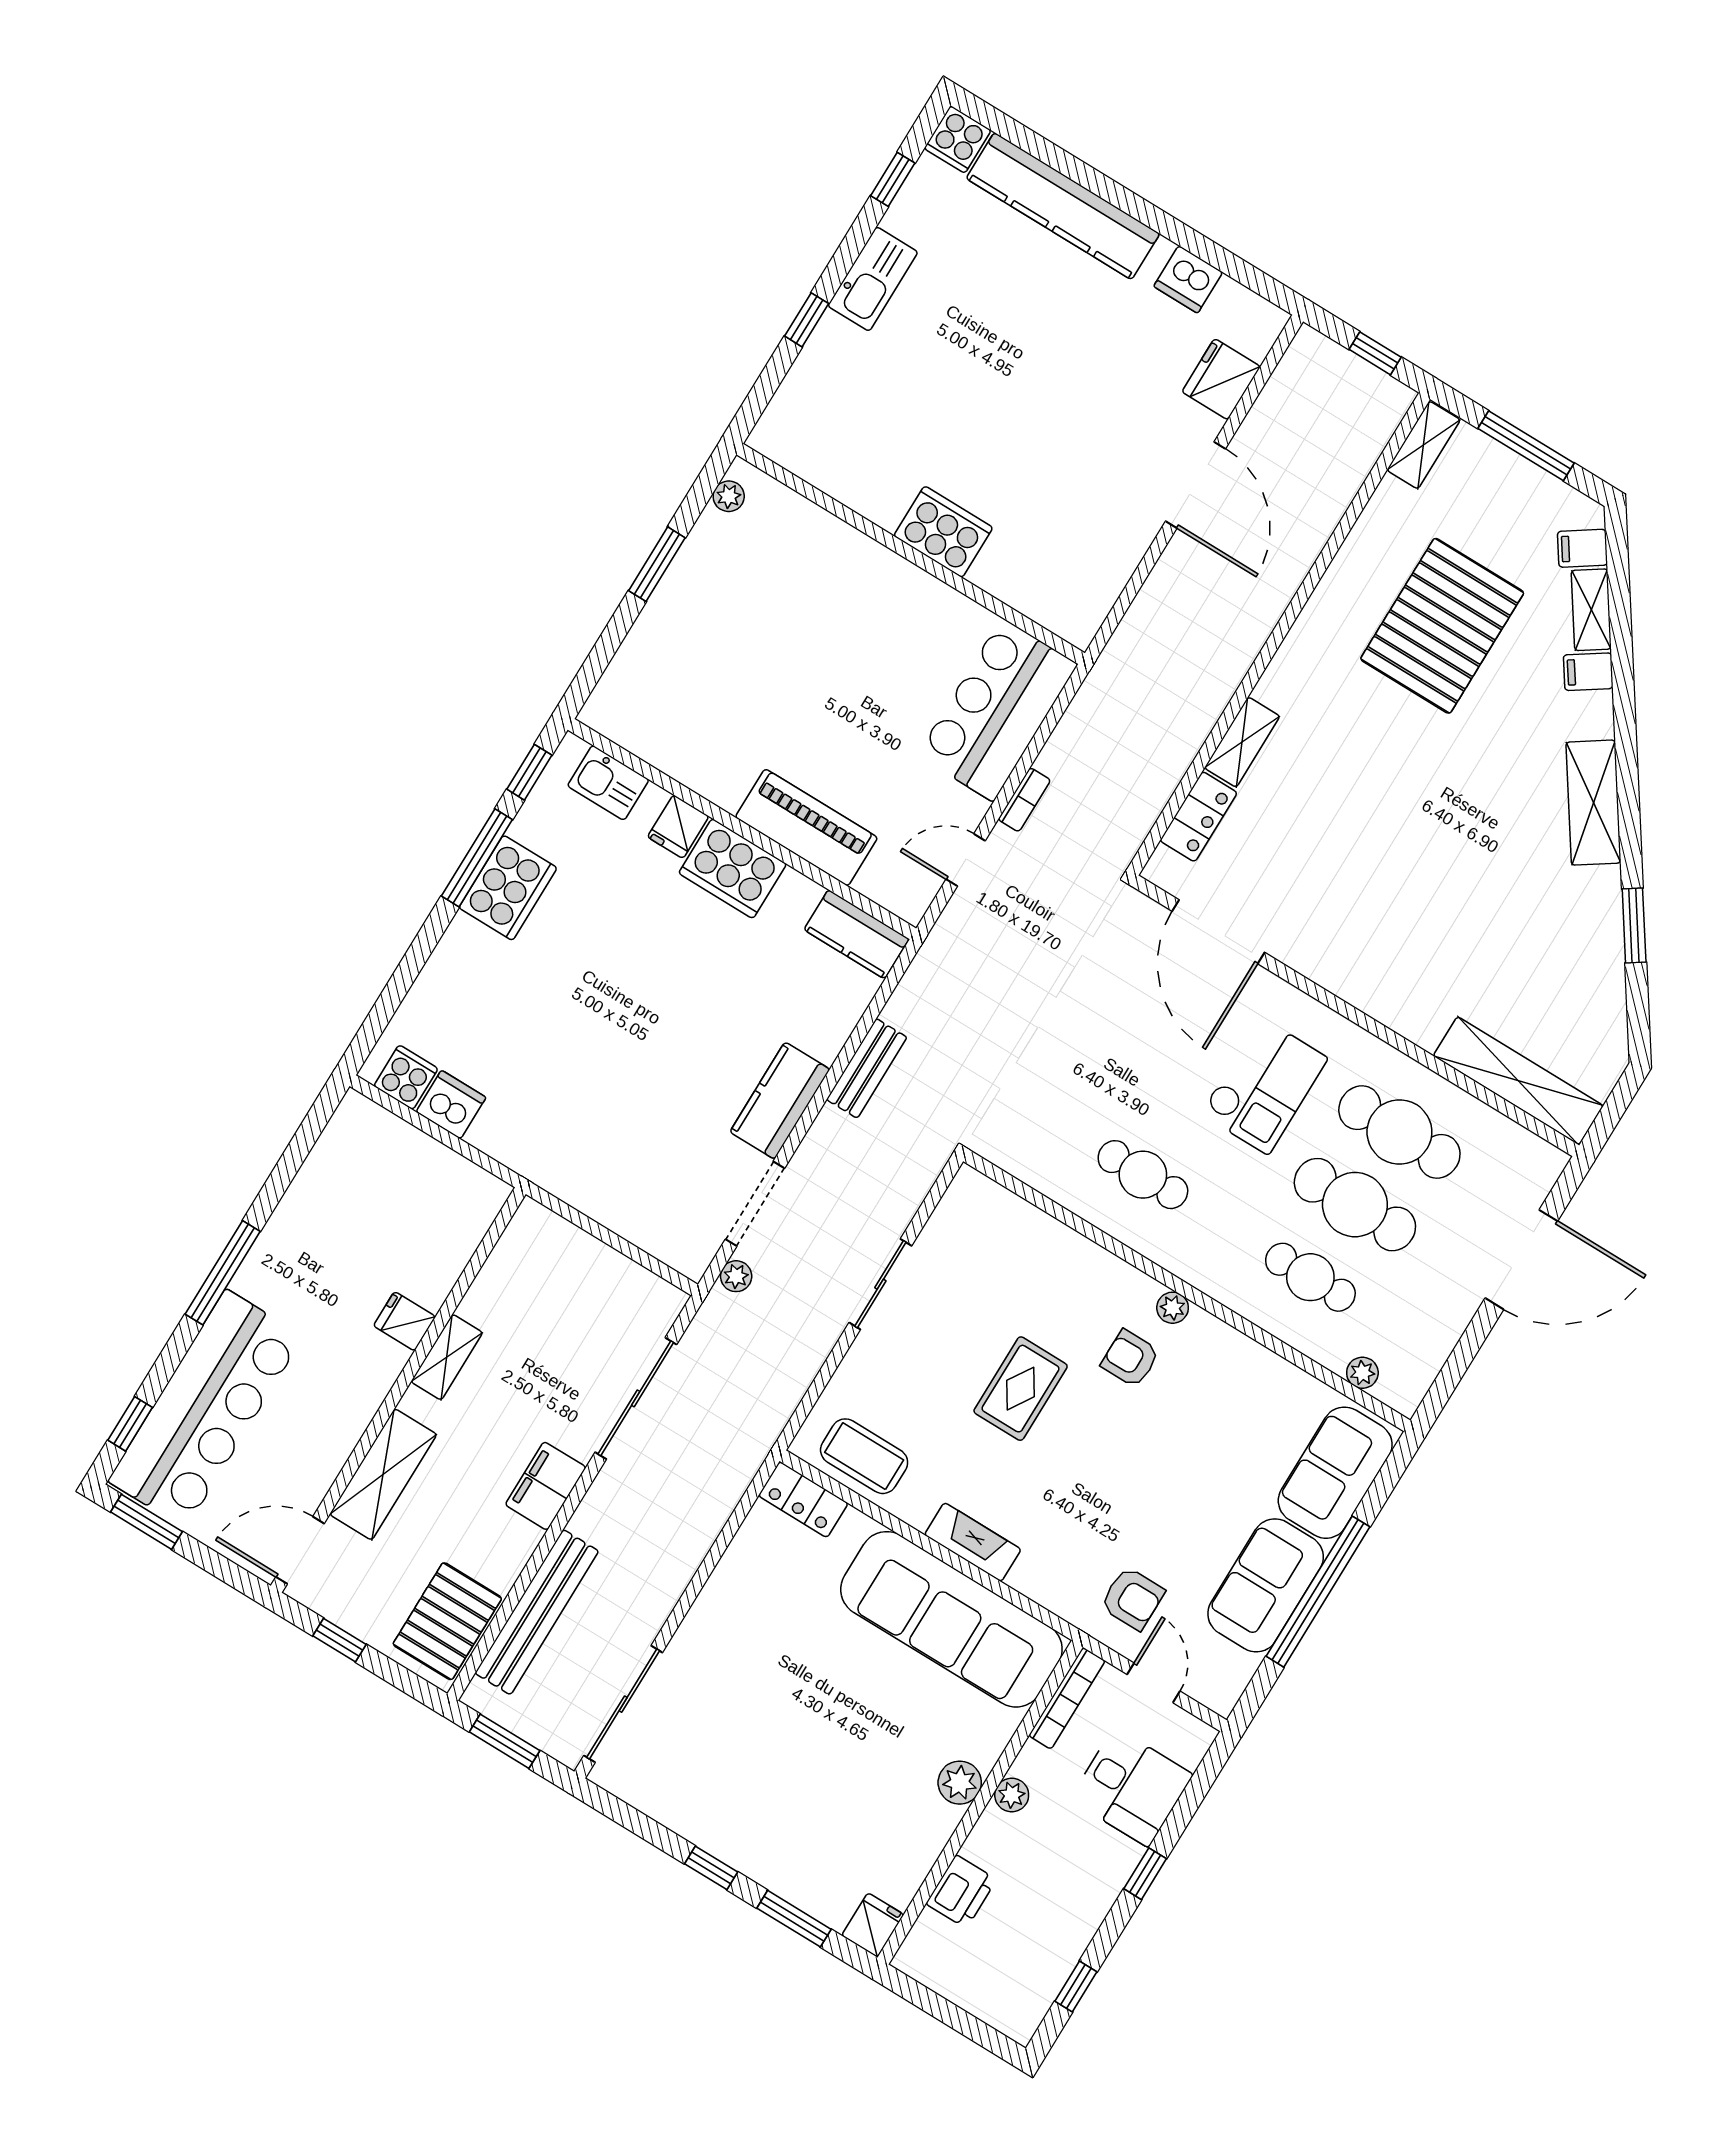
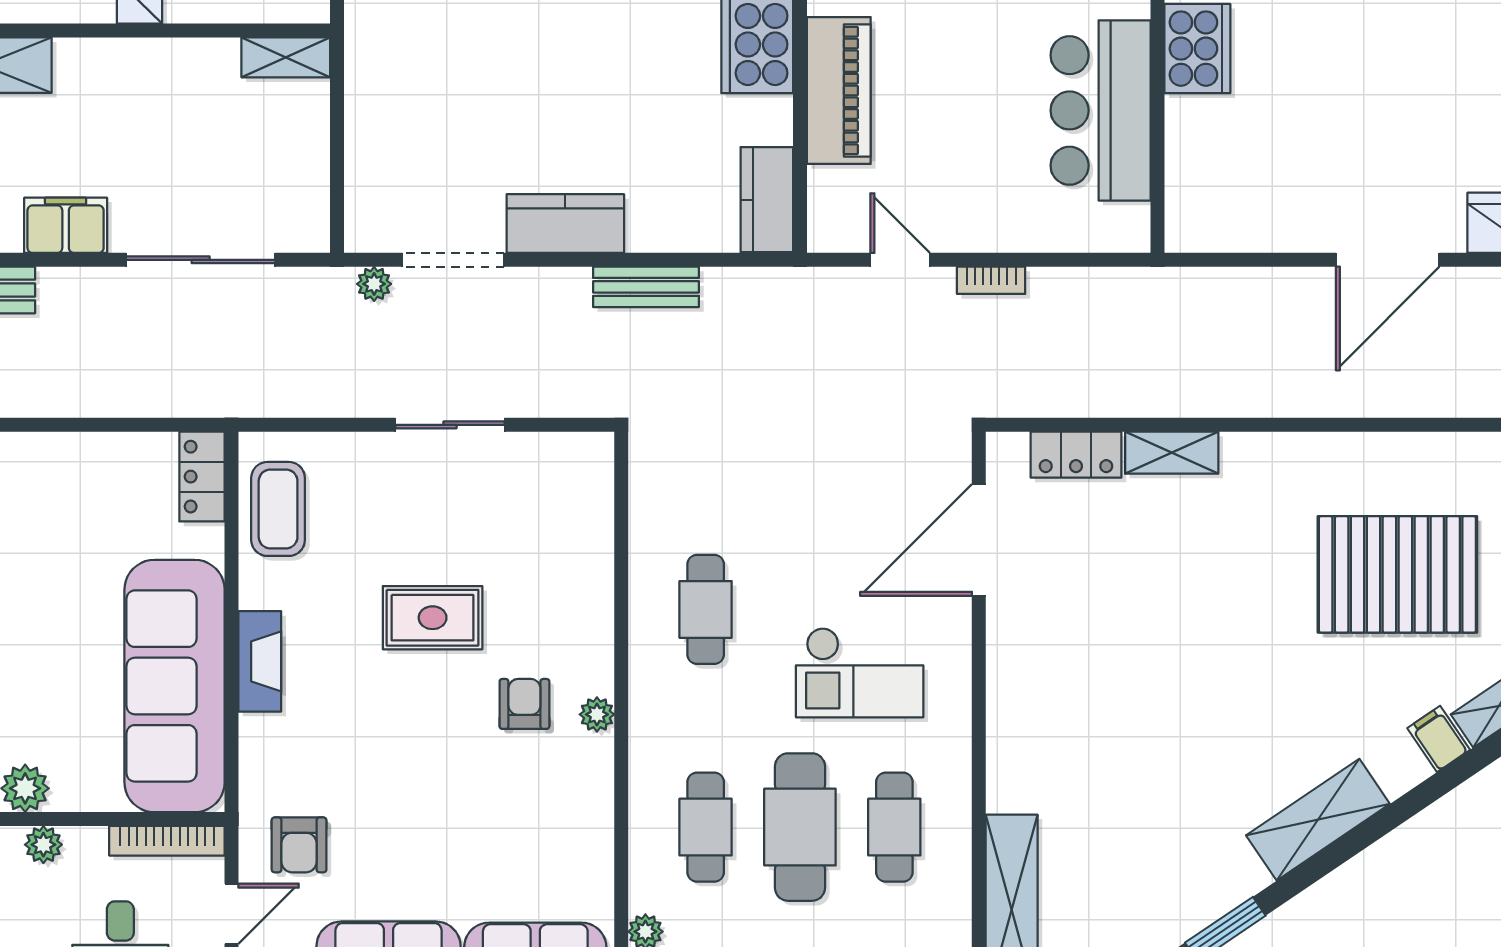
bar counter: (997, 710) -> (1101, 110), moved, turned -90
cafe table: (1399, 1132) -> (894, 827), width x0.73, depth x0.74
shelving: (447, 1357) -> (286, 57), moved

